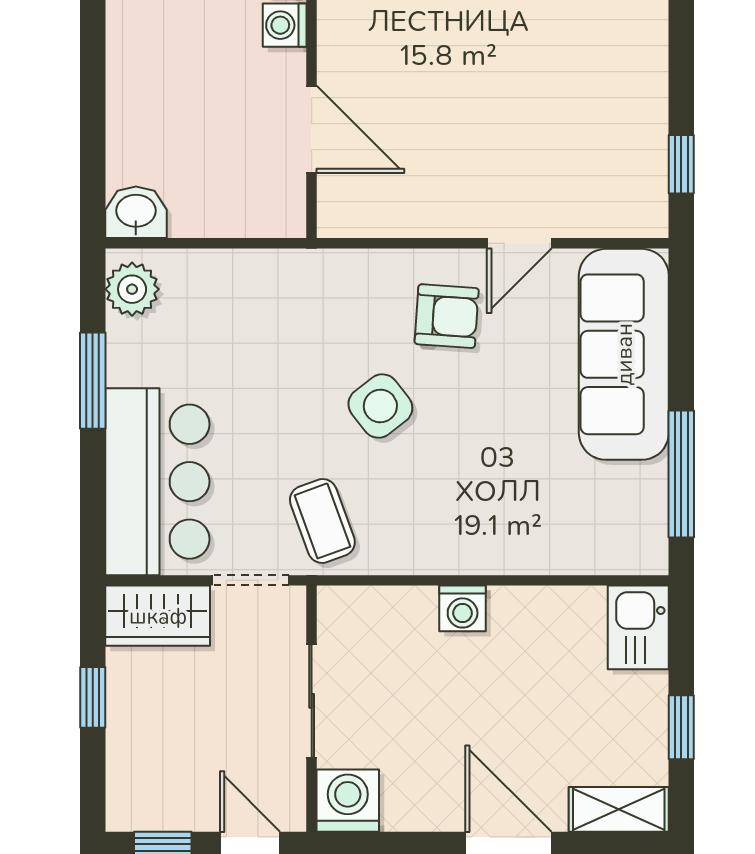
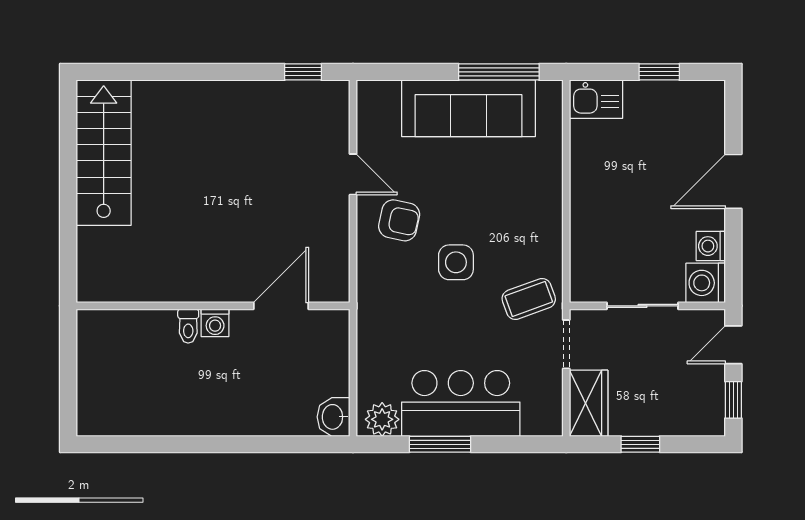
armchair: (447, 316) -> (399, 220), turned 98
sofa: (624, 354) -> (469, 108), moved
side table: (380, 406) -> (456, 262), turned 38
bar counter: (157, 482) -> (461, 403), moved
washing machine: (463, 608) -> (711, 246), moved, turned 180
shelving: (619, 809) -> (711, 111), removed

